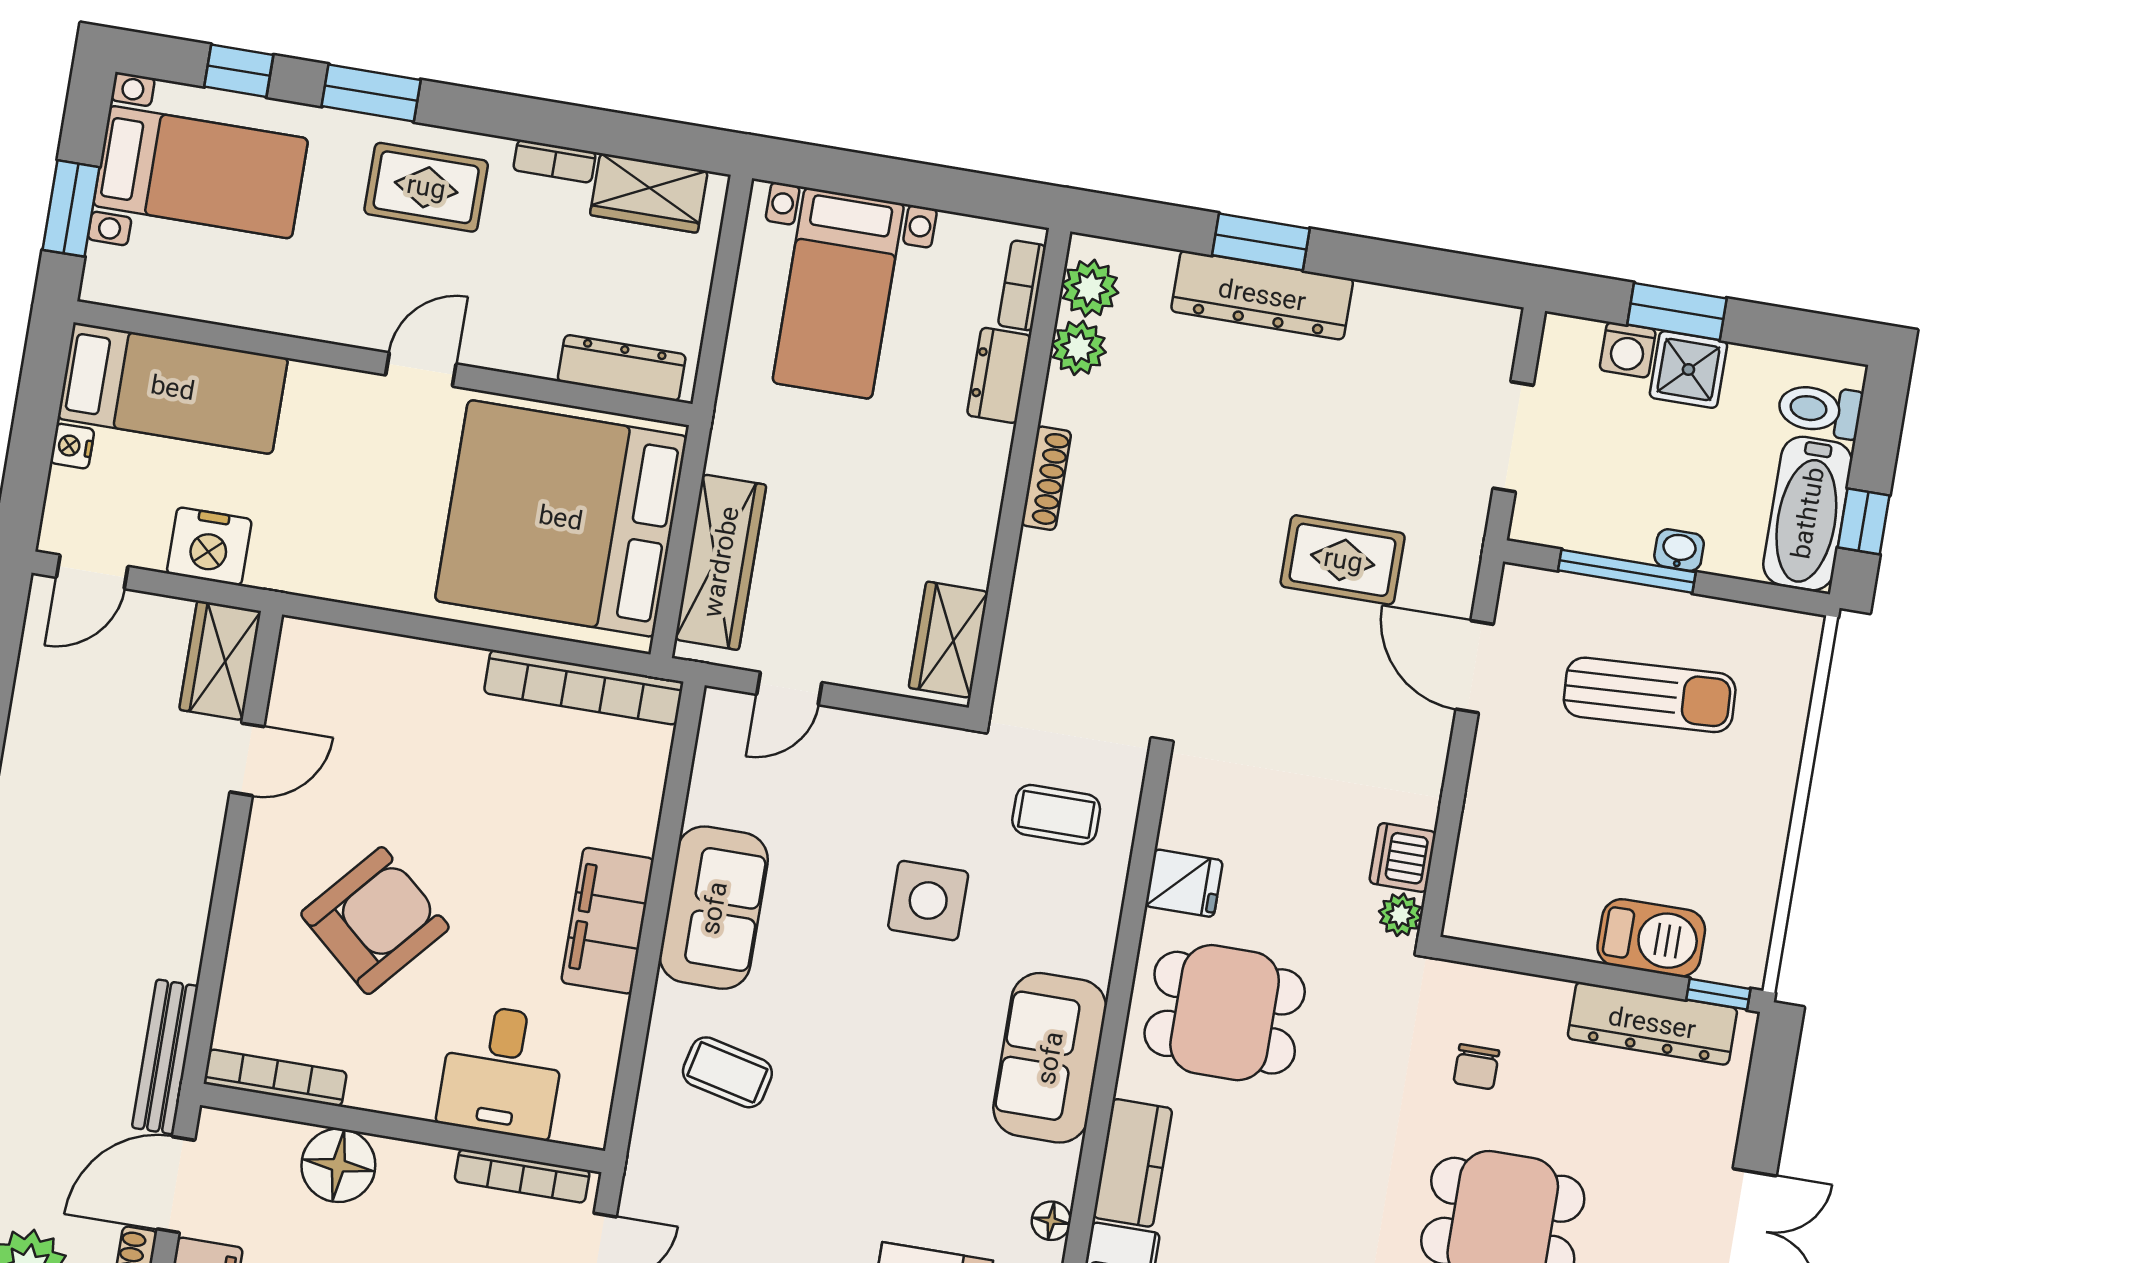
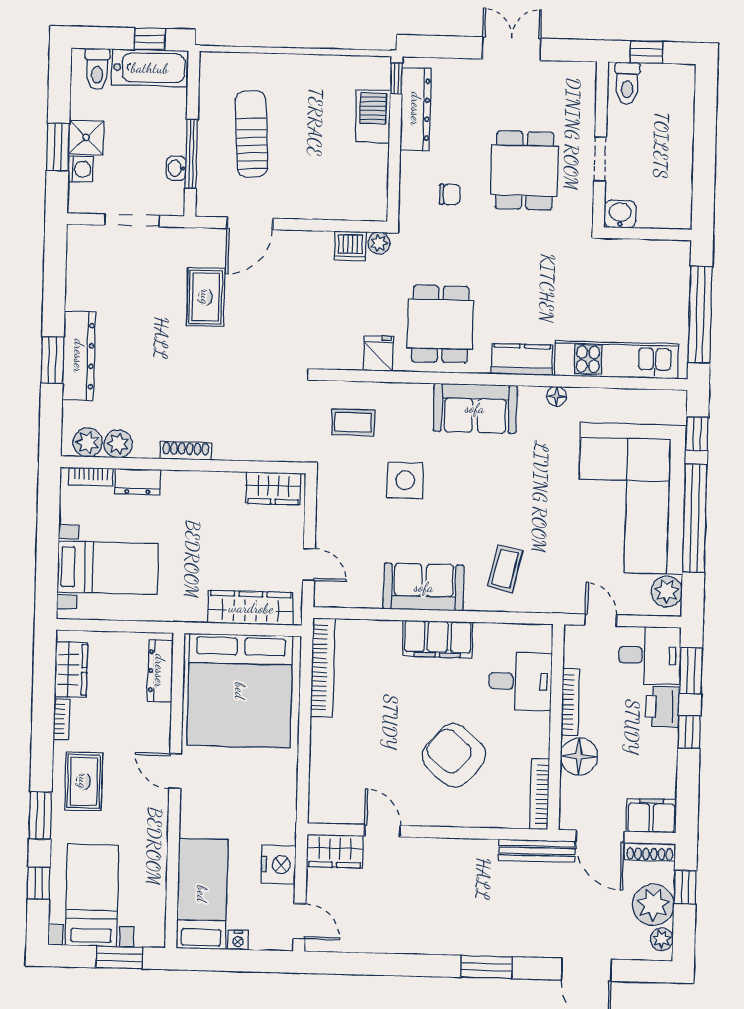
washbasin: (1679, 550) -> (176, 168), moved
coffee table: (1056, 815) -> (353, 422), turned 90
bookcase: (522, 1176) -> (570, 702), moved

